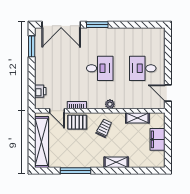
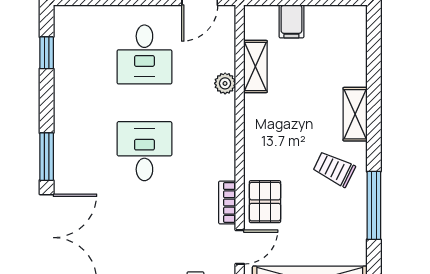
window: (143, 25) -> (47, 53), added
plant: (110, 104) -> (225, 83), moved
trolley: (104, 128) -> (334, 169), moved
filing cabinet: (157, 139) -> (291, 21), width x0.50

